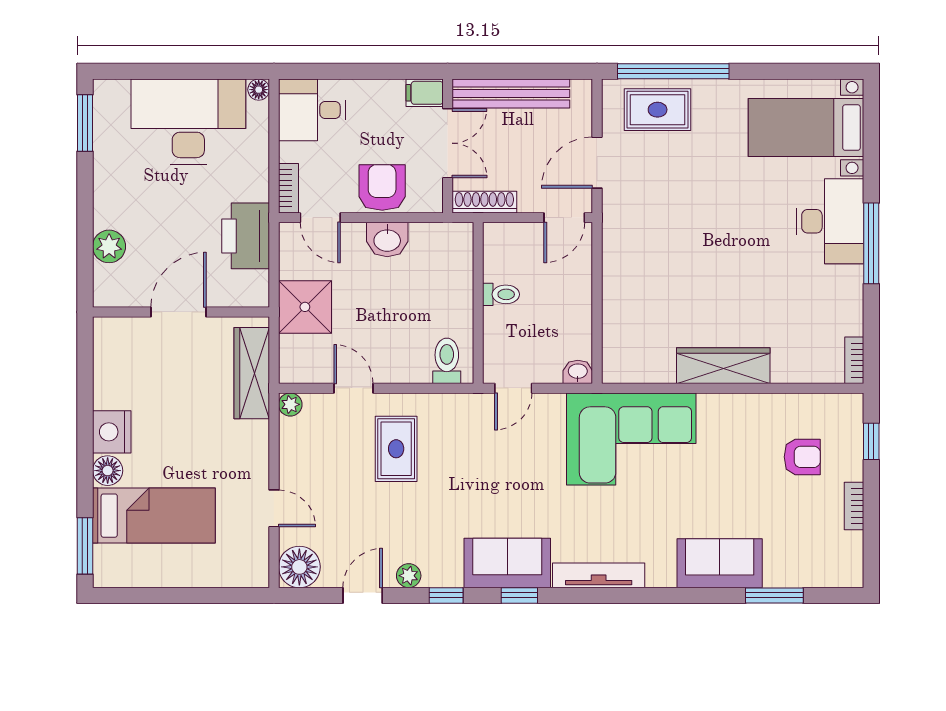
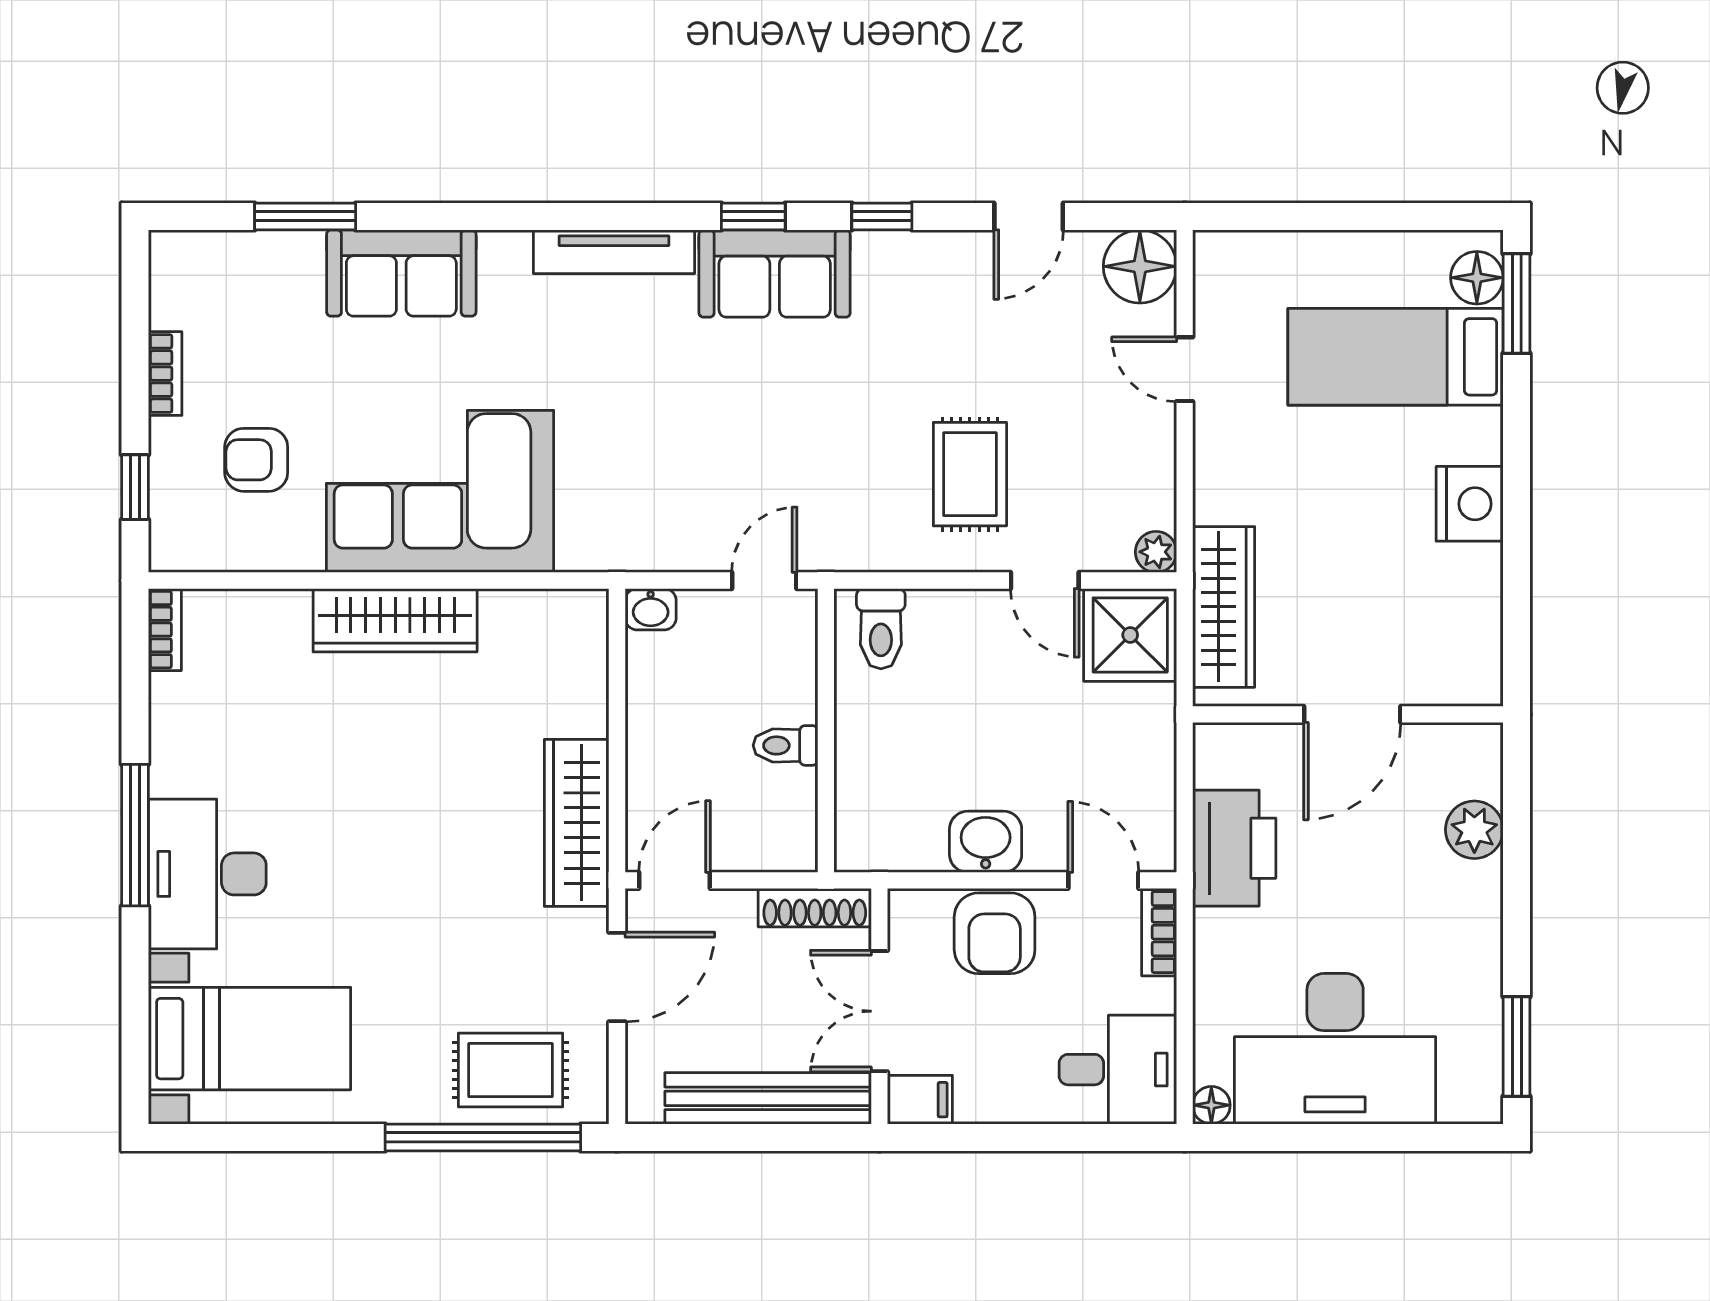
wardrobe: (620, 250) -> (577, 823), added
shower: (305, 307) -> (1130, 635), moved
corner sofa: (631, 439) -> (440, 491), moved
floor lamp: (108, 471) -> (1477, 278), moved
plant: (409, 576) -> (948, 251), removed

